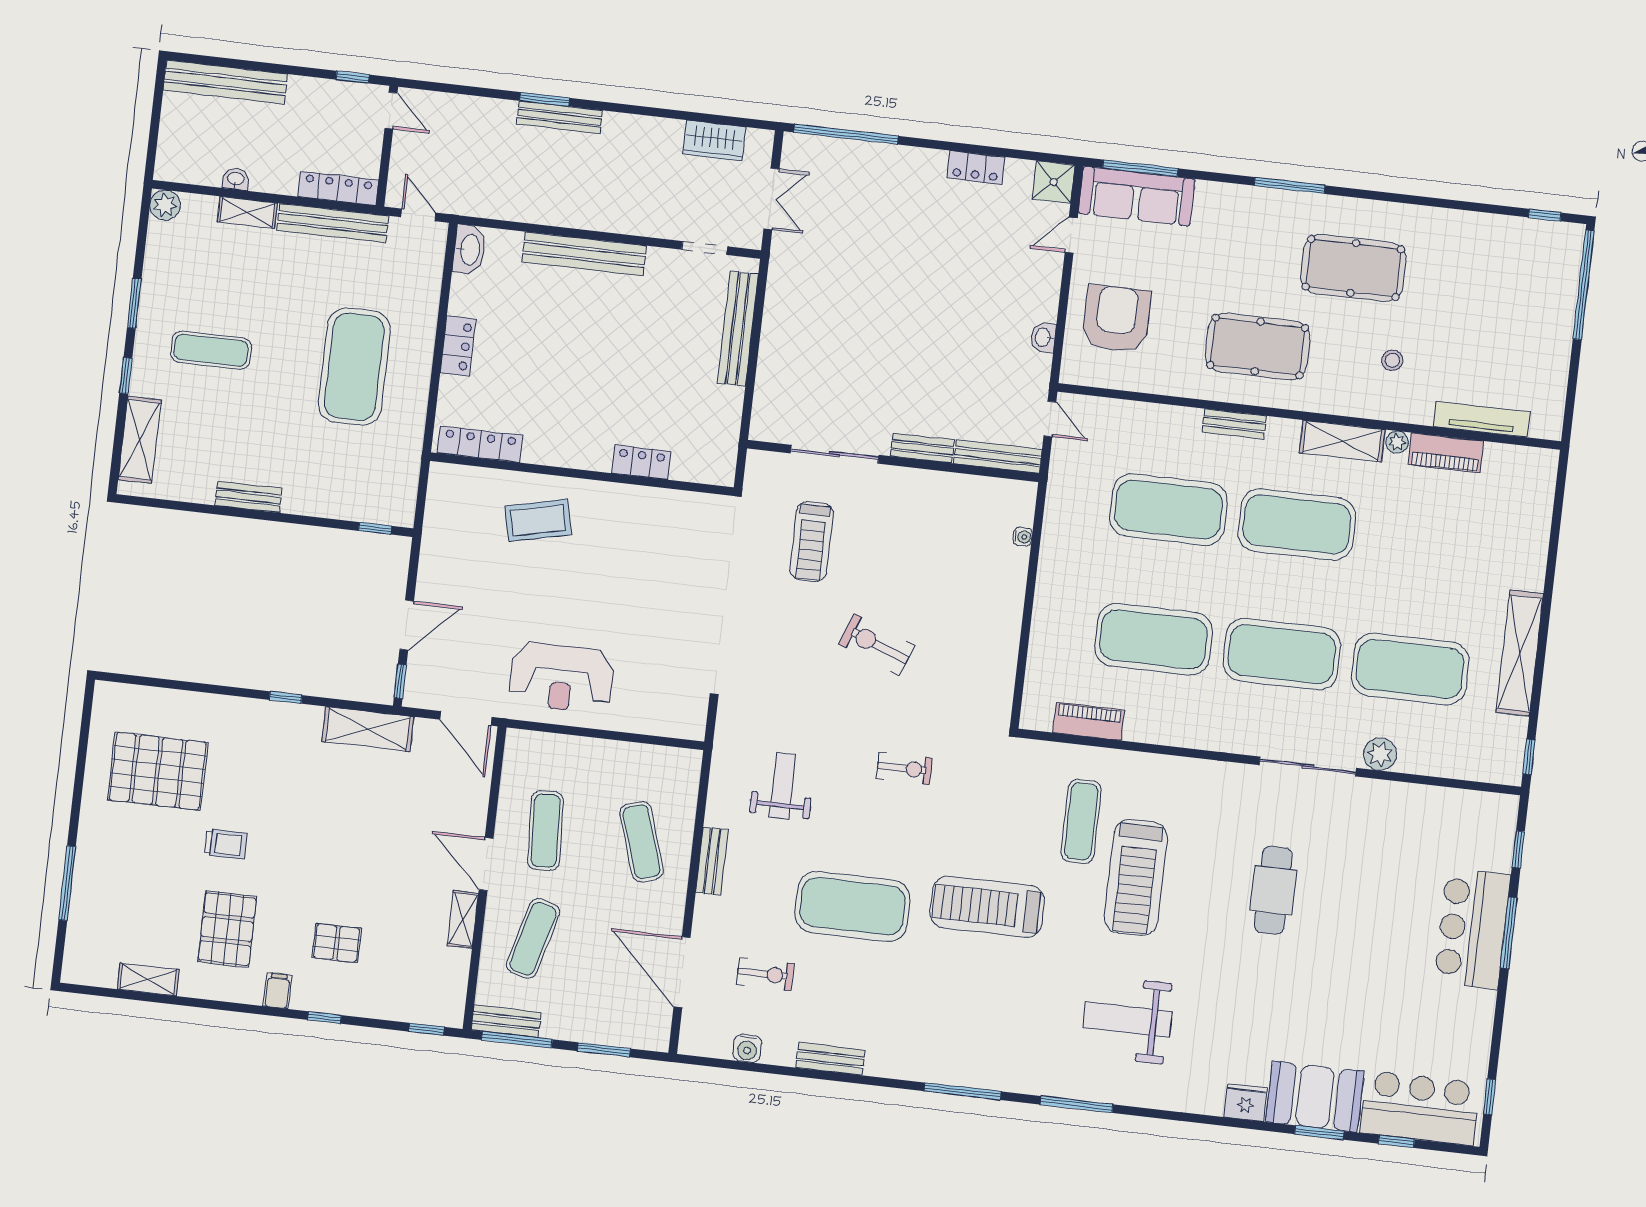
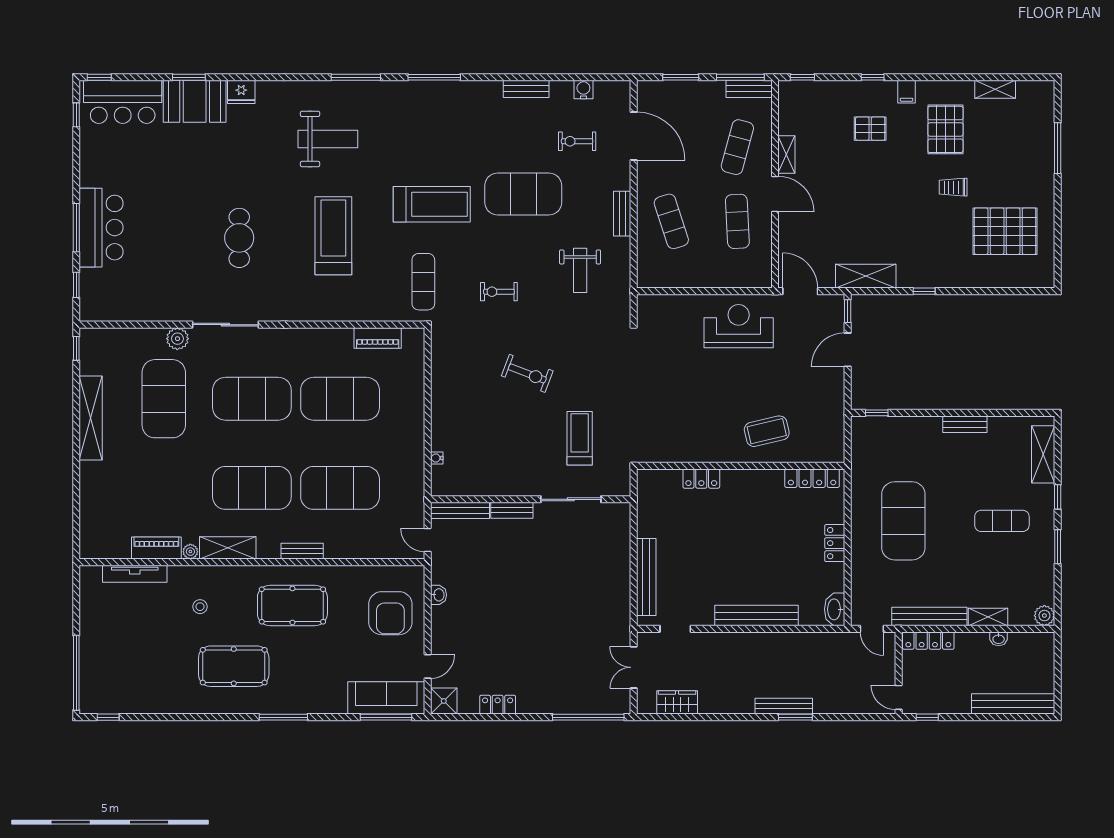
exercise mat: (1410, 669) -> (164, 399), turned 90
exercise mat: (1081, 821) -> (423, 282), moved
window: (1397, 1142) -> (99, 77), moved

